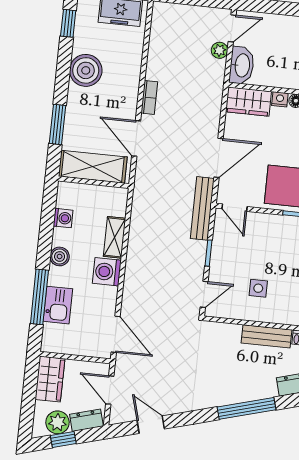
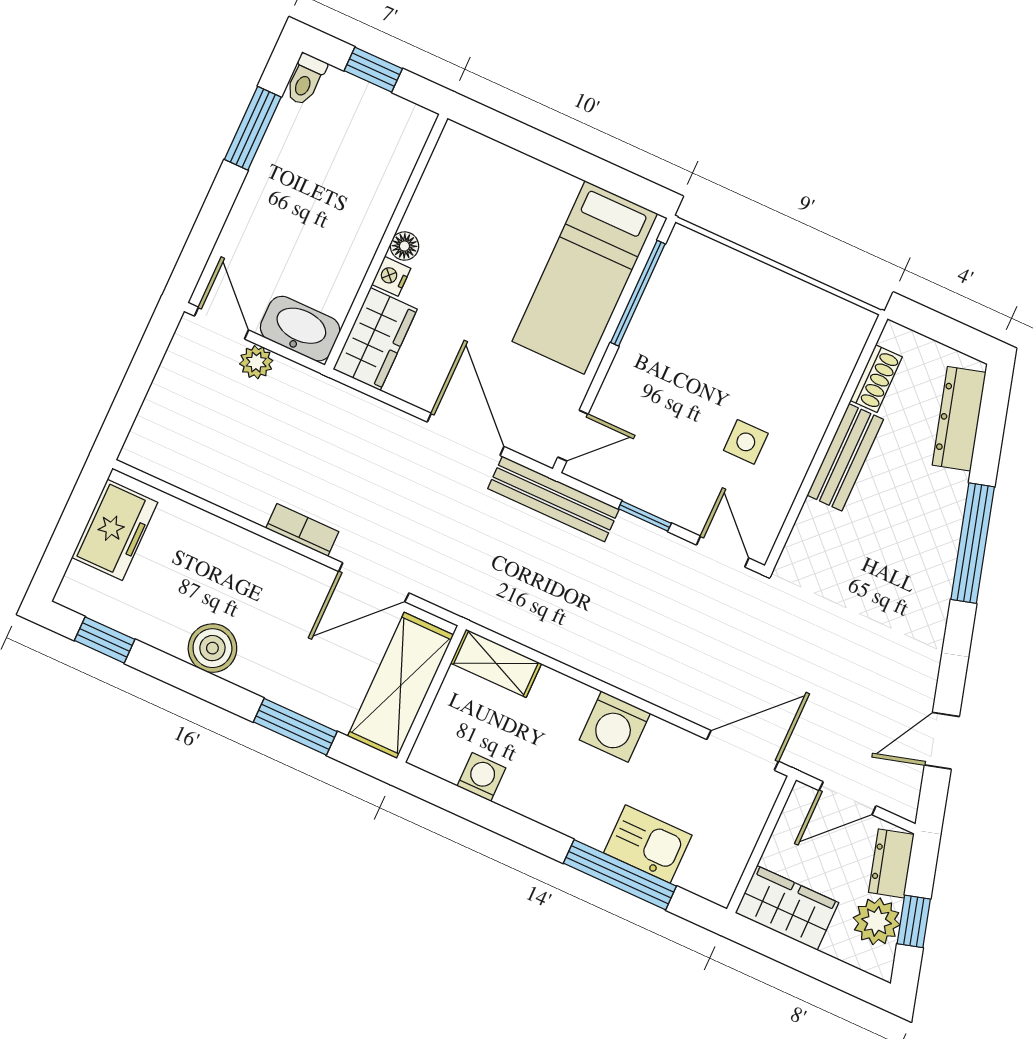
boiler: (86, 70) -> (212, 648), width x0.73, depth x0.73
shelving: (115, 237) -> (496, 663), moved
boiler: (60, 256) -> (554, 809), removed

